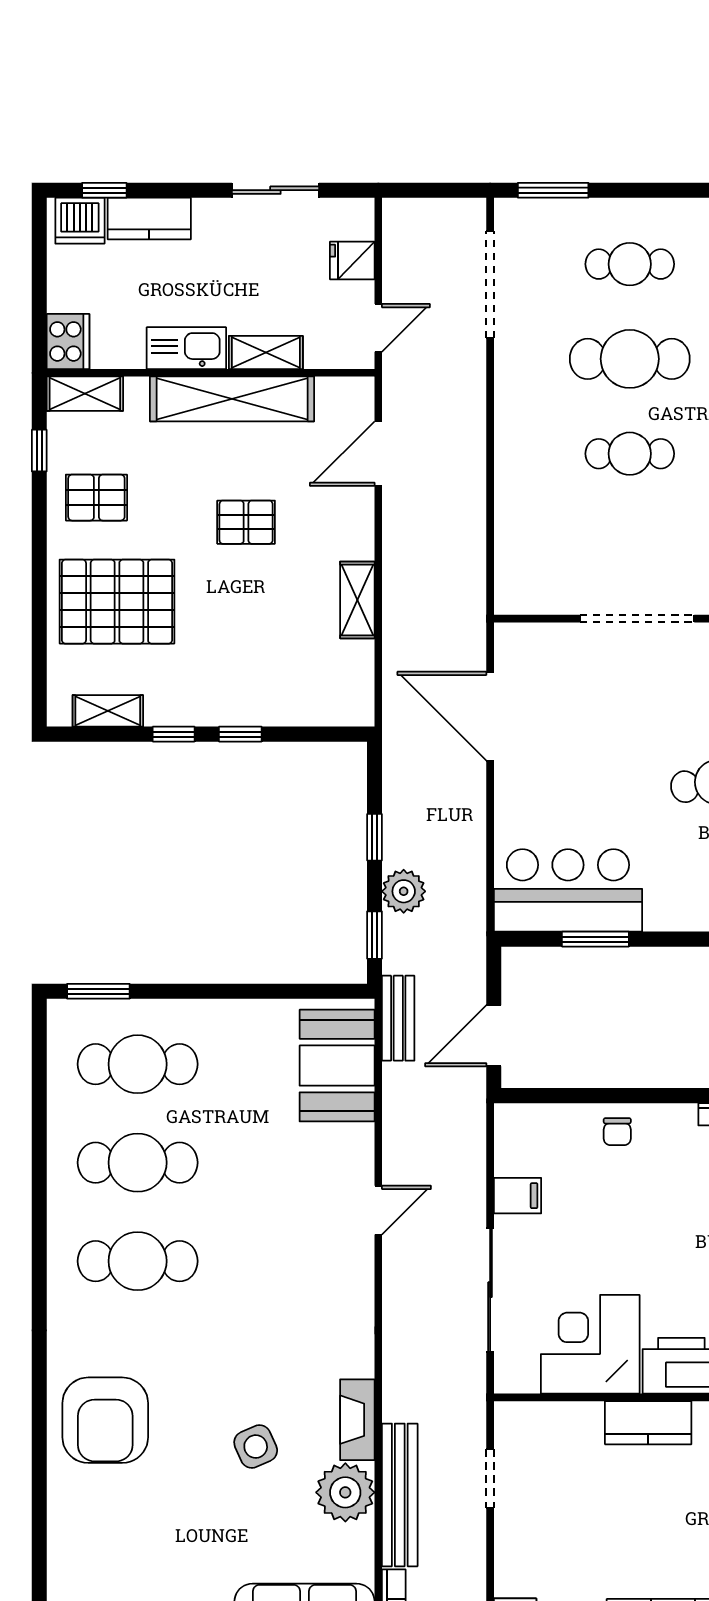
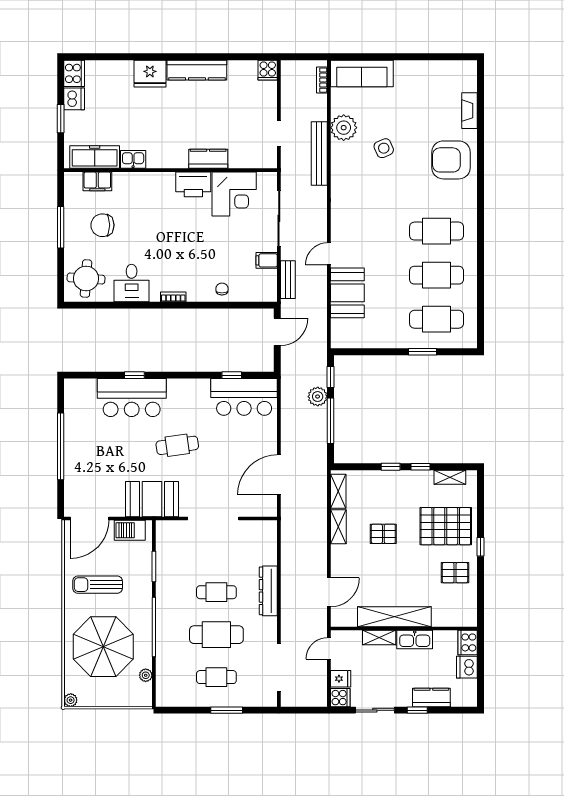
window: (104, 190) -> (417, 710), moved
window: (553, 190) -> (227, 710), moved
cooker: (353, 218) -> (340, 698), added
dishwasher: (80, 221) -> (467, 667), moved, turned -90
shelving: (85, 394) -> (338, 491), moved, turned 90
window: (39, 451) -> (481, 547), moved
dresser: (514, 457) -> (268, 591), added
pallet: (246, 522) -> (383, 534), moved
door: (490, 716) -> (279, 475), swing flipped
window: (375, 837) -> (331, 421), width x2.17
window: (595, 939) -> (232, 375), width x0.67
window: (98, 991) -> (423, 352), moved
bench: (398, 1018) -> (288, 280), moved
booth: (337, 1066) -> (347, 293), moved
armchair: (105, 1420) -> (451, 160), turned -90
fireplace: (357, 1420) -> (469, 111), moved, turned 180
bench: (400, 1495) -> (319, 153), moved

